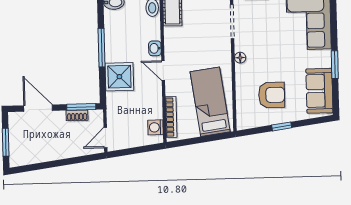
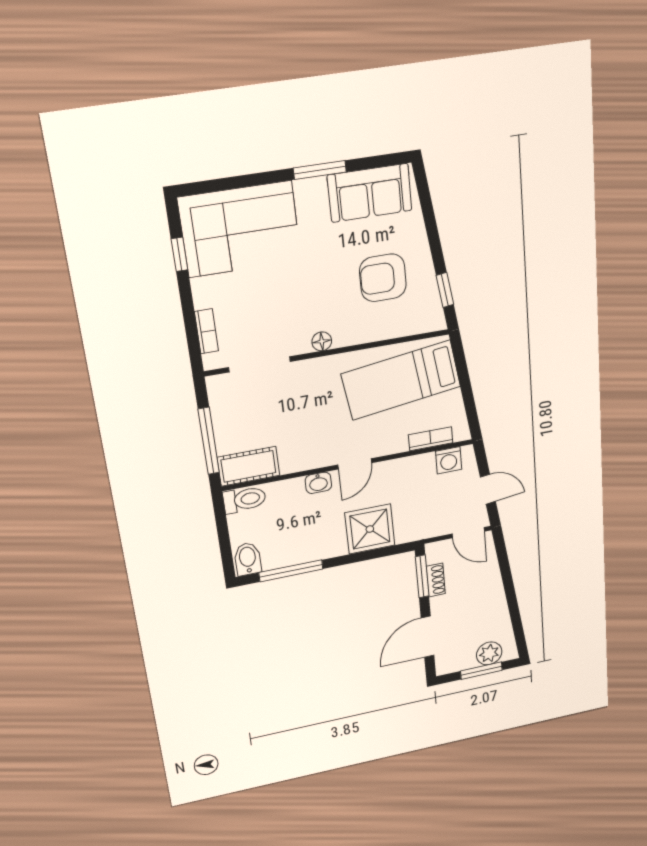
window: (102, 48) -> (291, 571), moved
armchair: (272, 95) -> (383, 278), turned -90
bookcase: (171, 117) -> (431, 439), width x0.64
window: (282, 126) -> (445, 290), moved
plant: (17, 148) -> (489, 653), added
door: (132, 151) -> (488, 489), added

